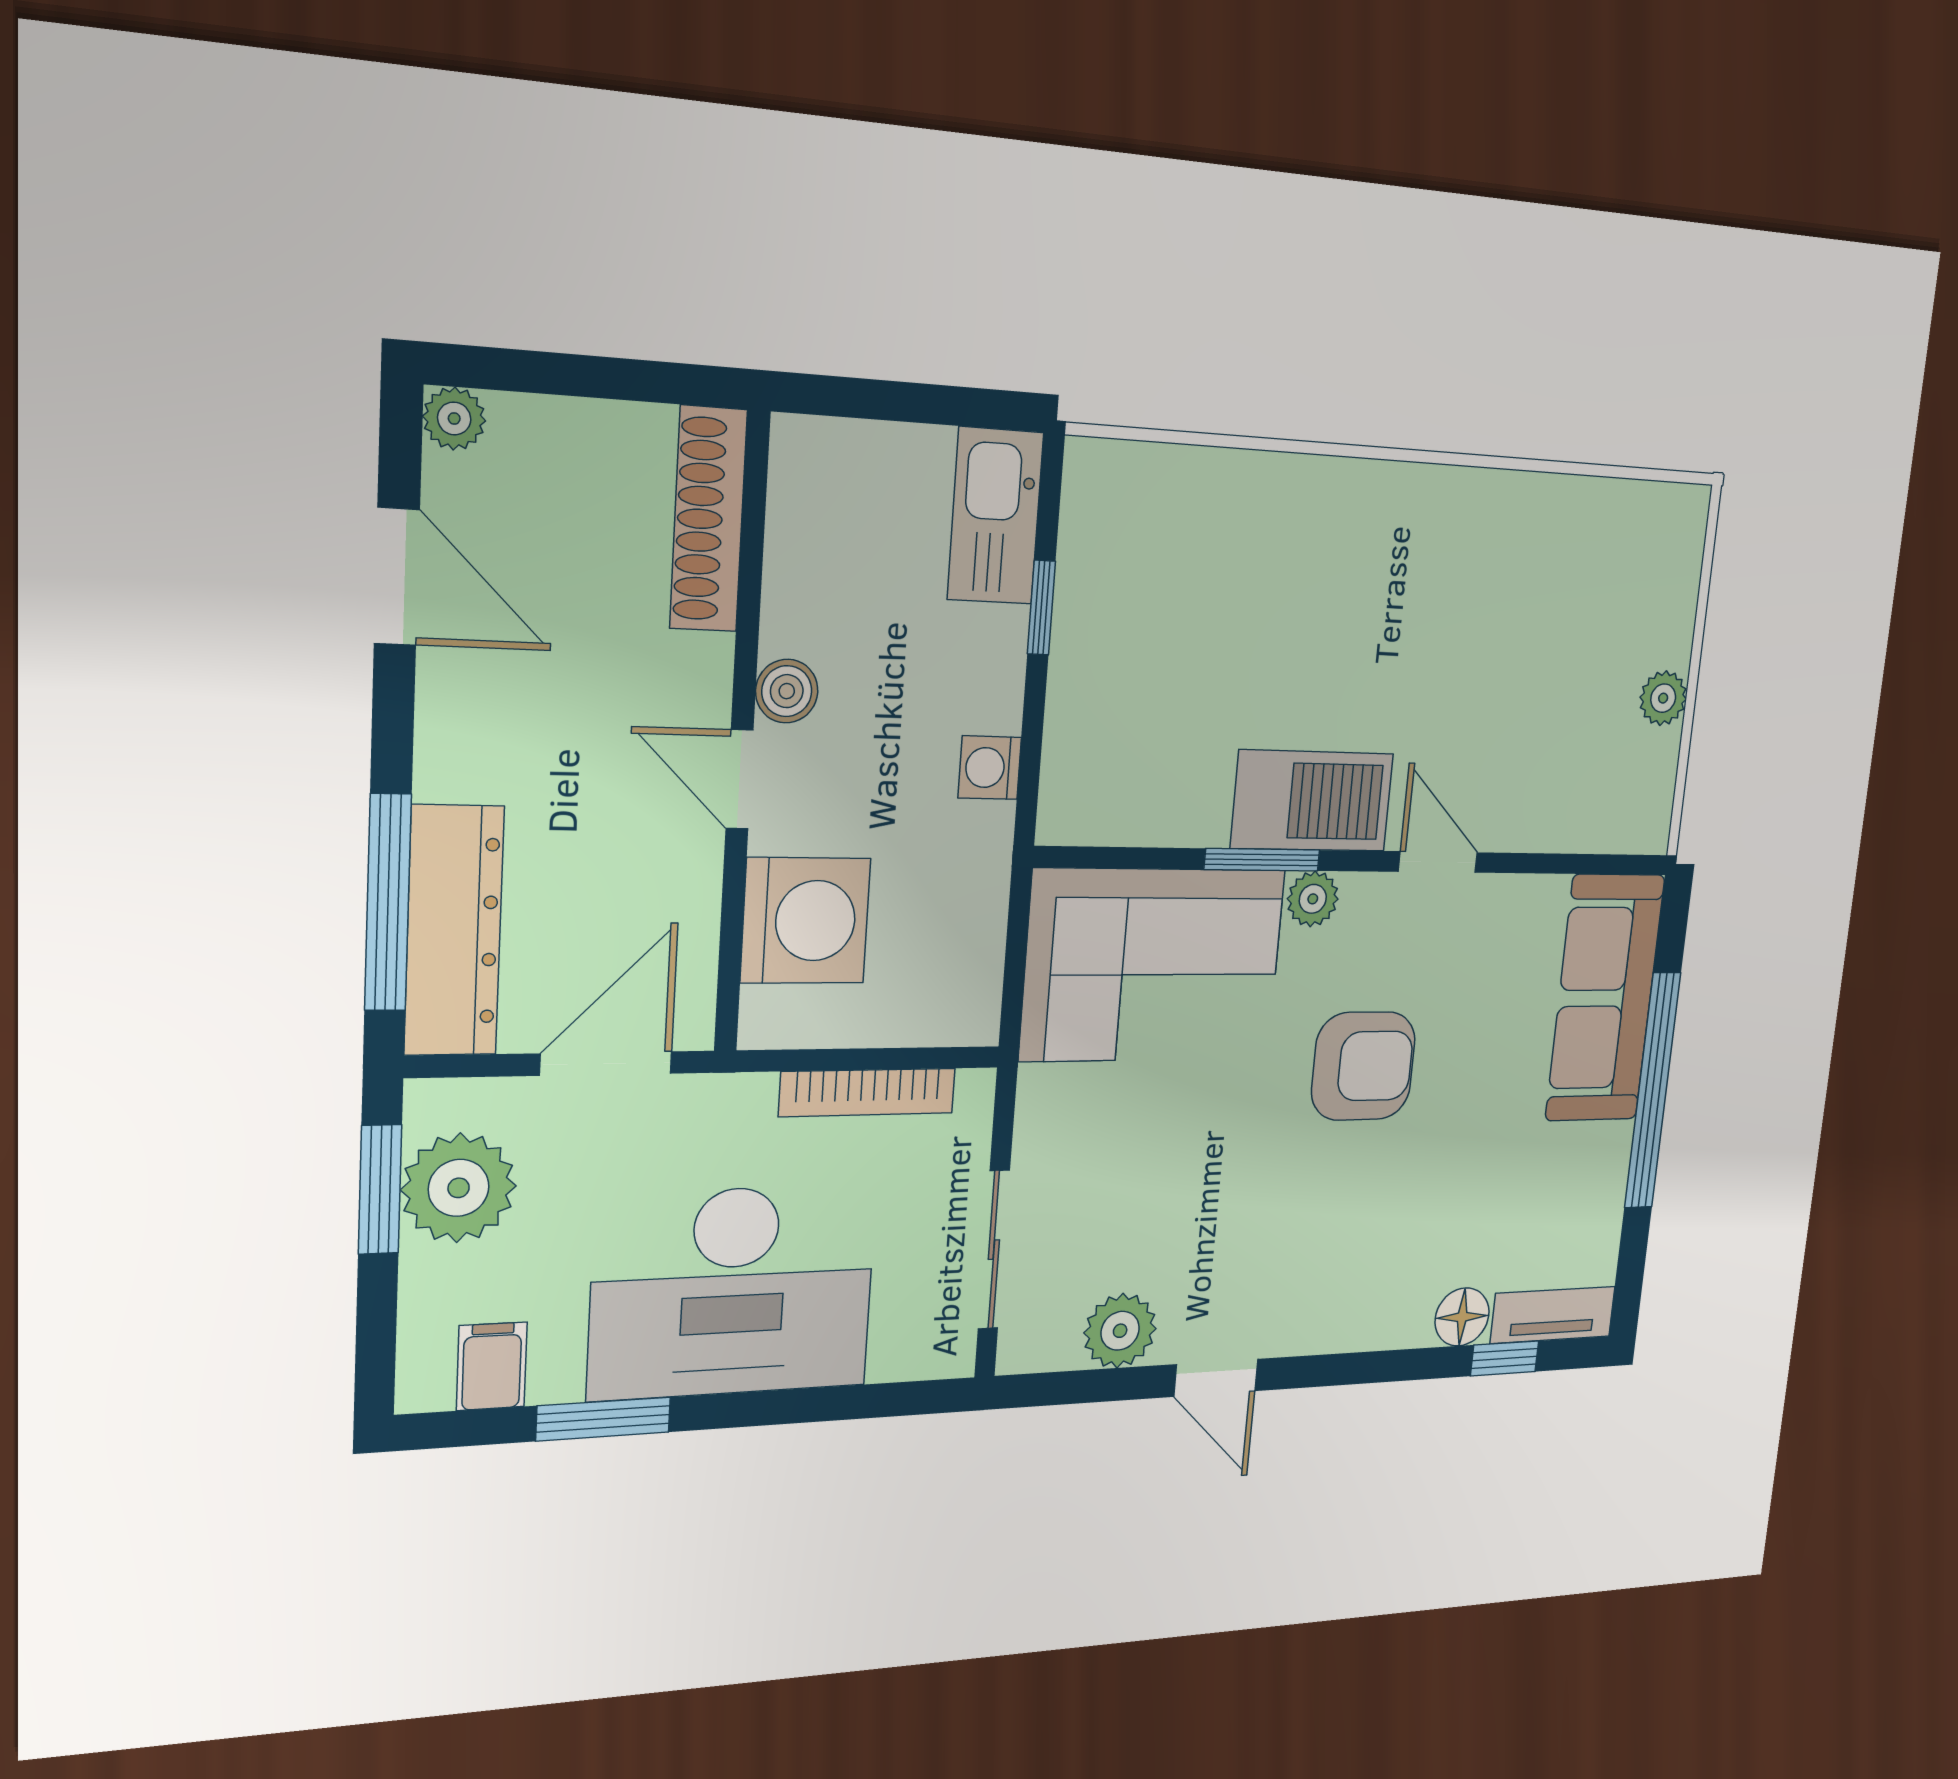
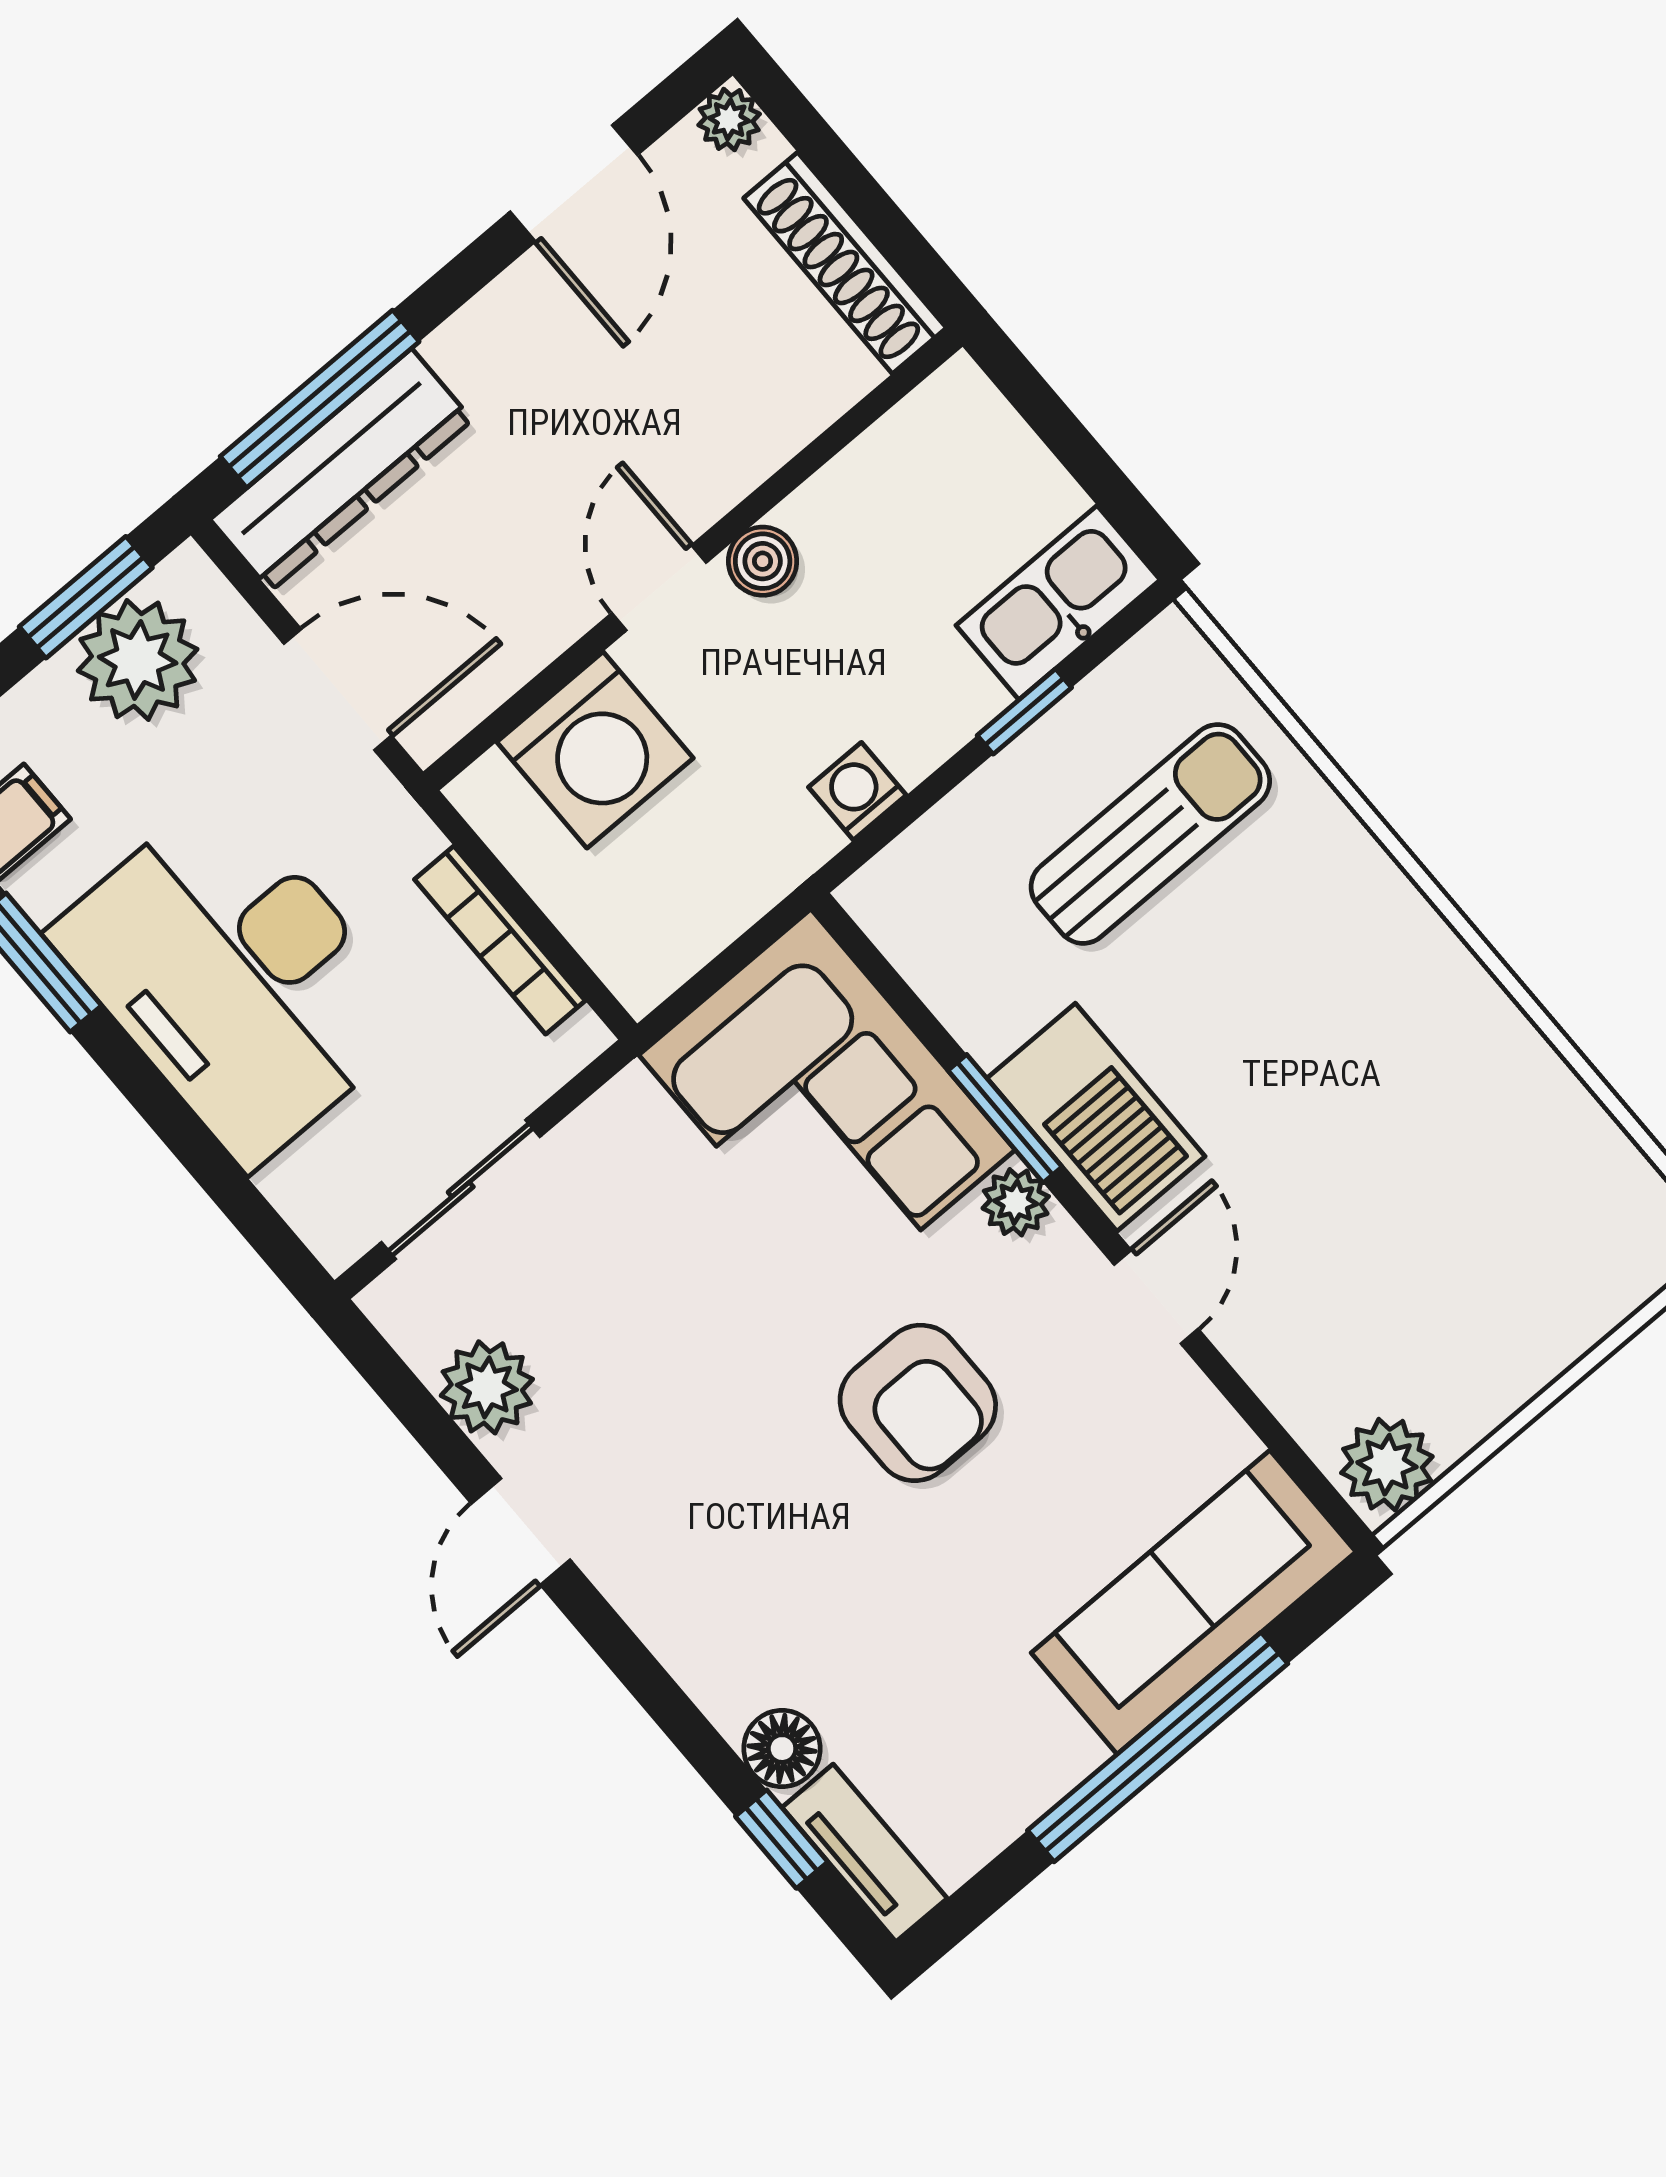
shoe rack: (708, 519) -> (845, 263), moved, turned -90
sun lounger: (1187, 600) -> (1150, 834), added
plant: (1663, 698) -> (1387, 1465), moved, width x1.38, depth x1.38

